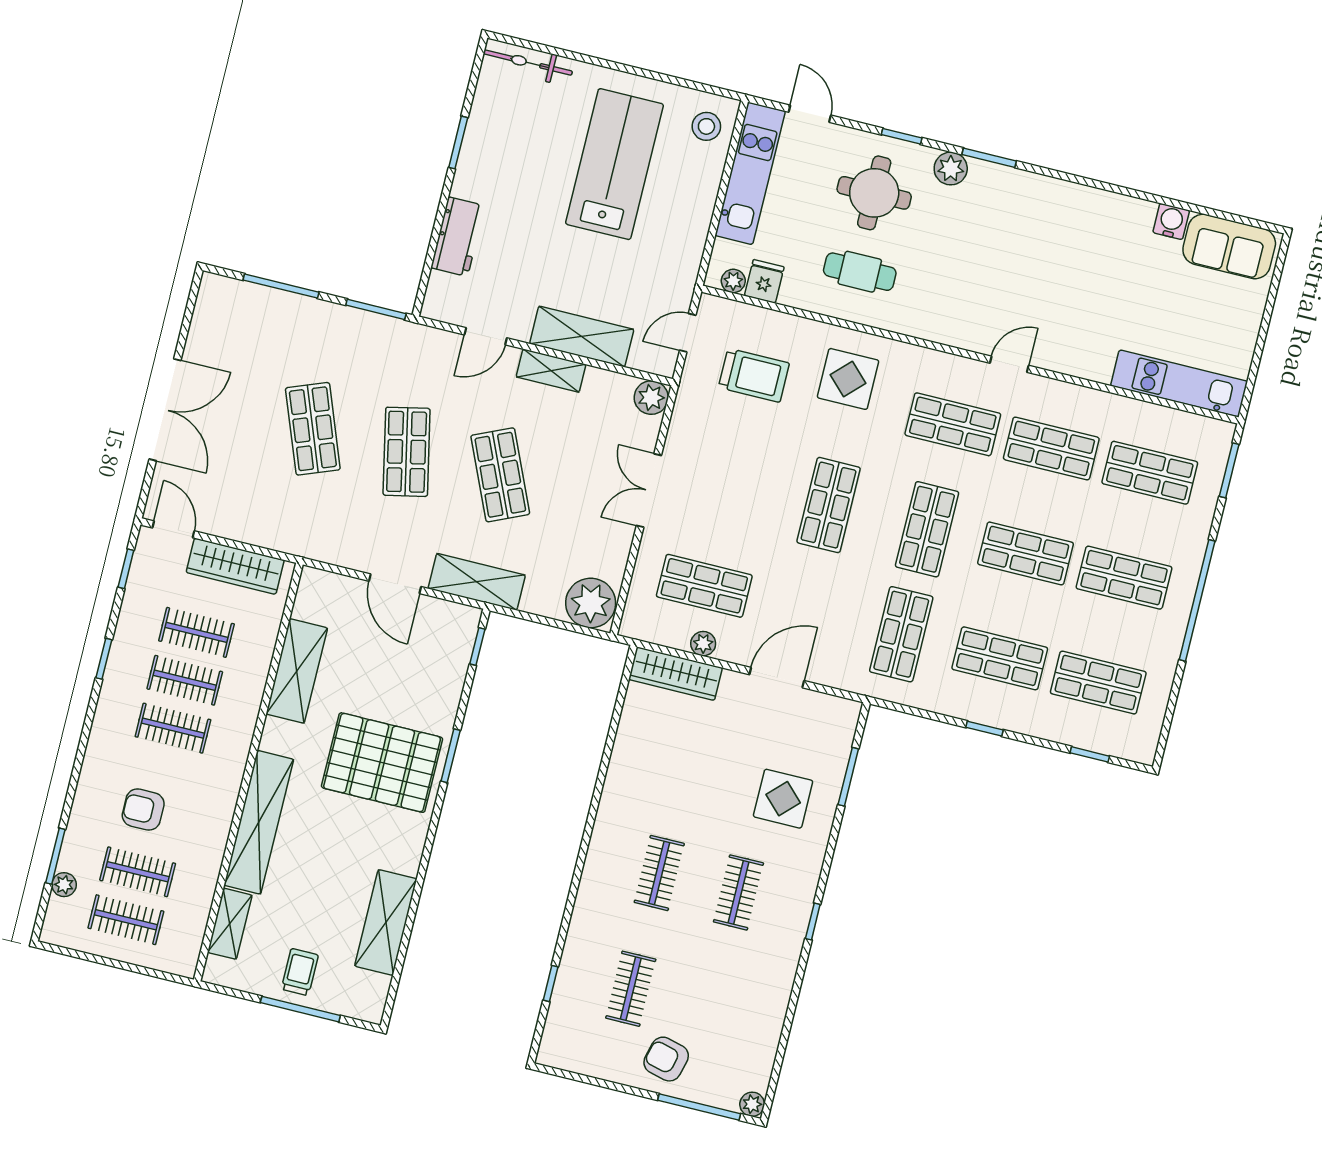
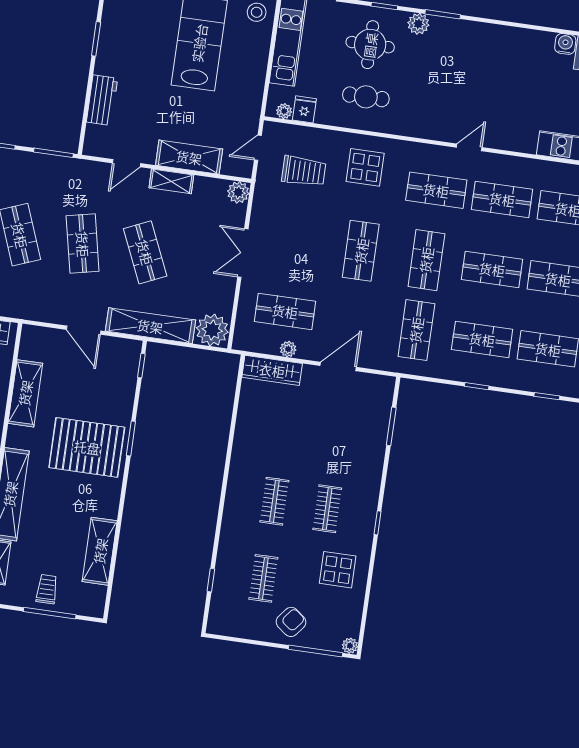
shelving: (477, 582) -> (150, 326), width x1.47
display table: (783, 799) -> (338, 570), moved
armchair: (666, 1059) -> (291, 622), turned 114

